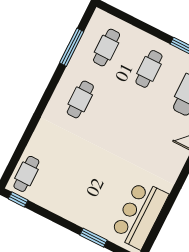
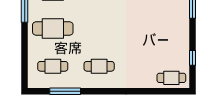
cafe table: (149, 69) -> (53, 28), width x1.37, depth x1.35
window: (18, 200) -> (193, 58), moved

